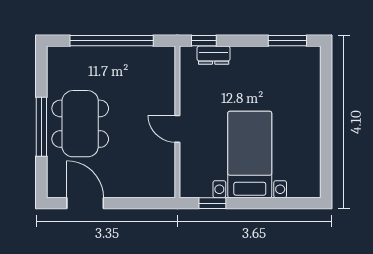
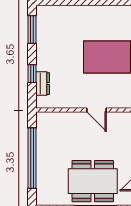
window: (204, 41) -> (32, 74), moved
door: (177, 129) -> (96, 110), hinge flipped

